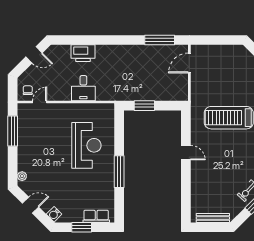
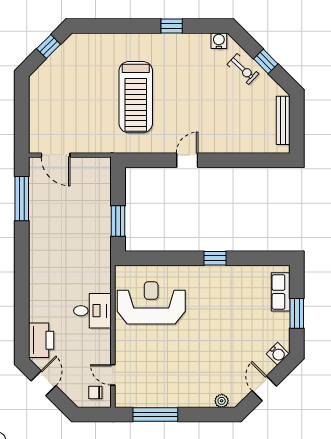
printer: (83, 53) -> (41, 340), moved
reception desk: (86, 145) -> (151, 303), moved
window: (119, 172) -> (215, 258), width x0.46

